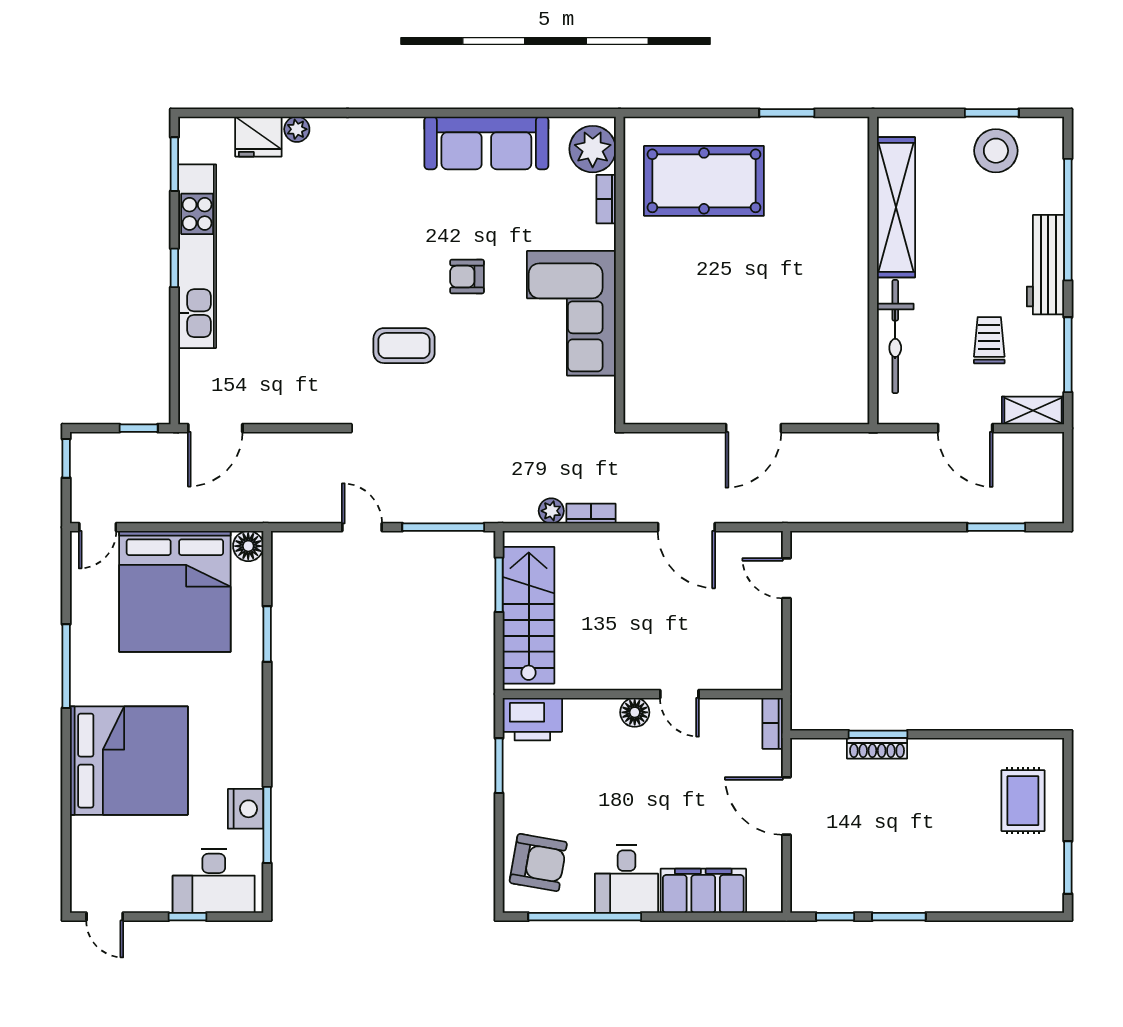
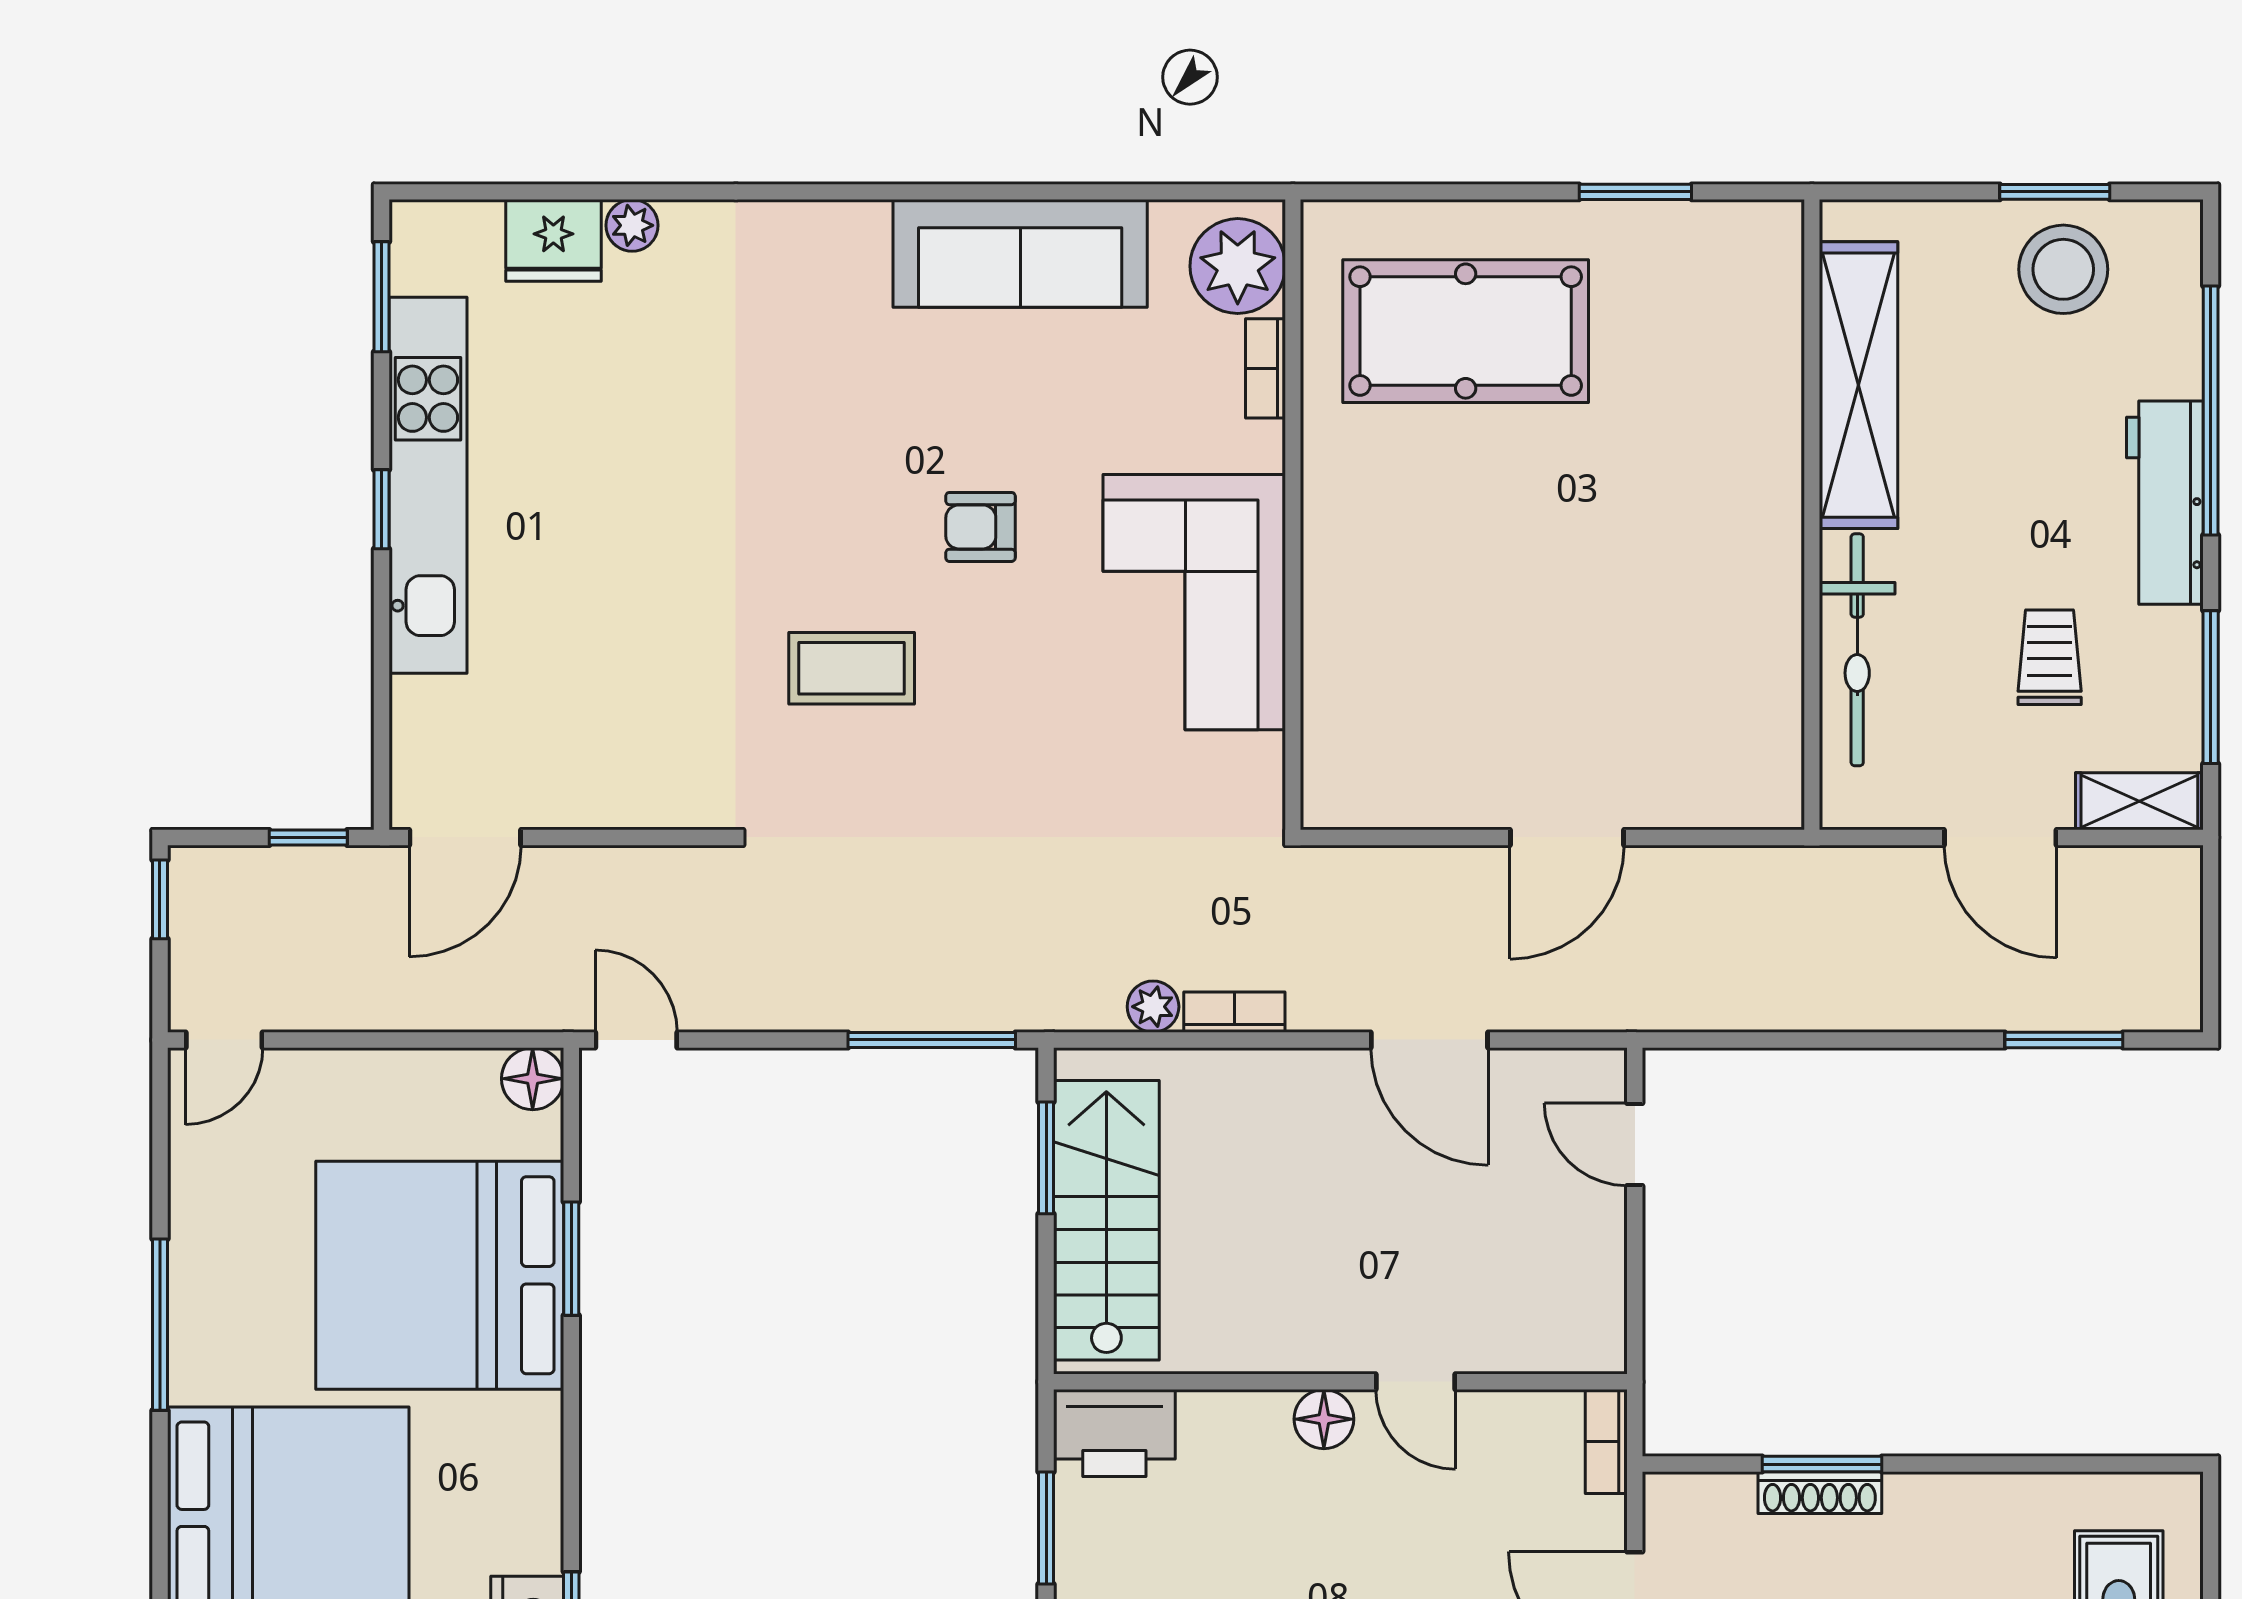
door: (362, 527) -> (636, 1040), moved
bed: (175, 591) -> (440, 1275), moved, turned 90

